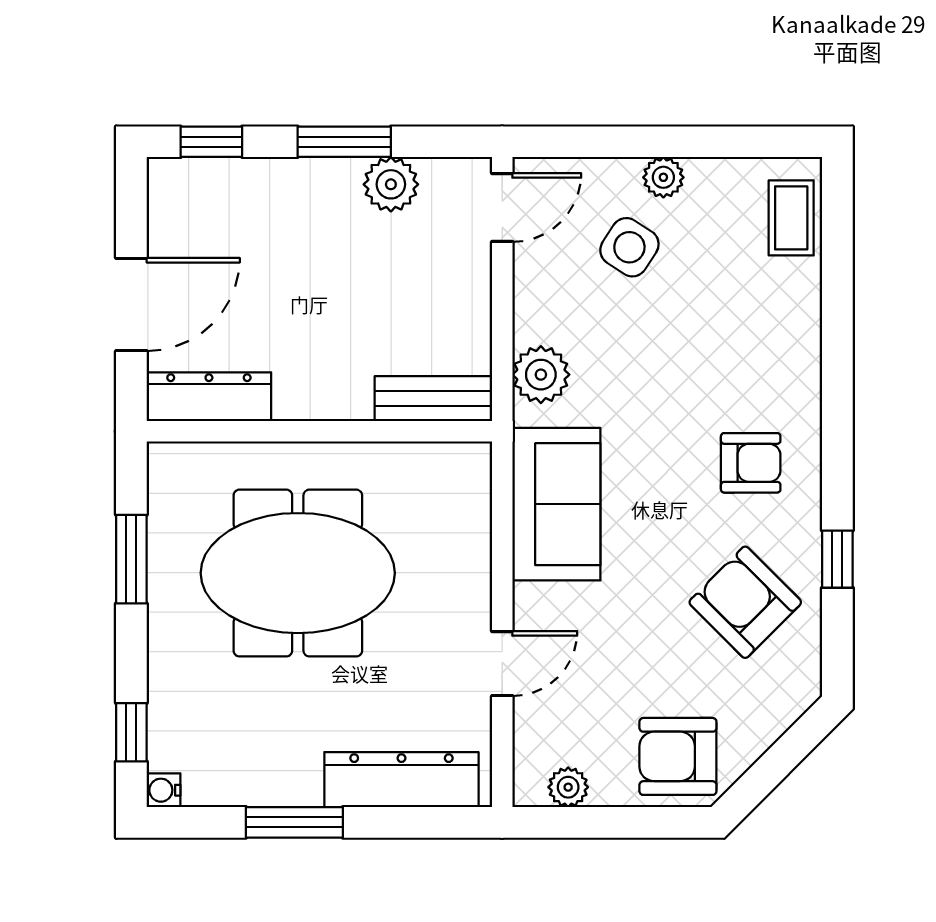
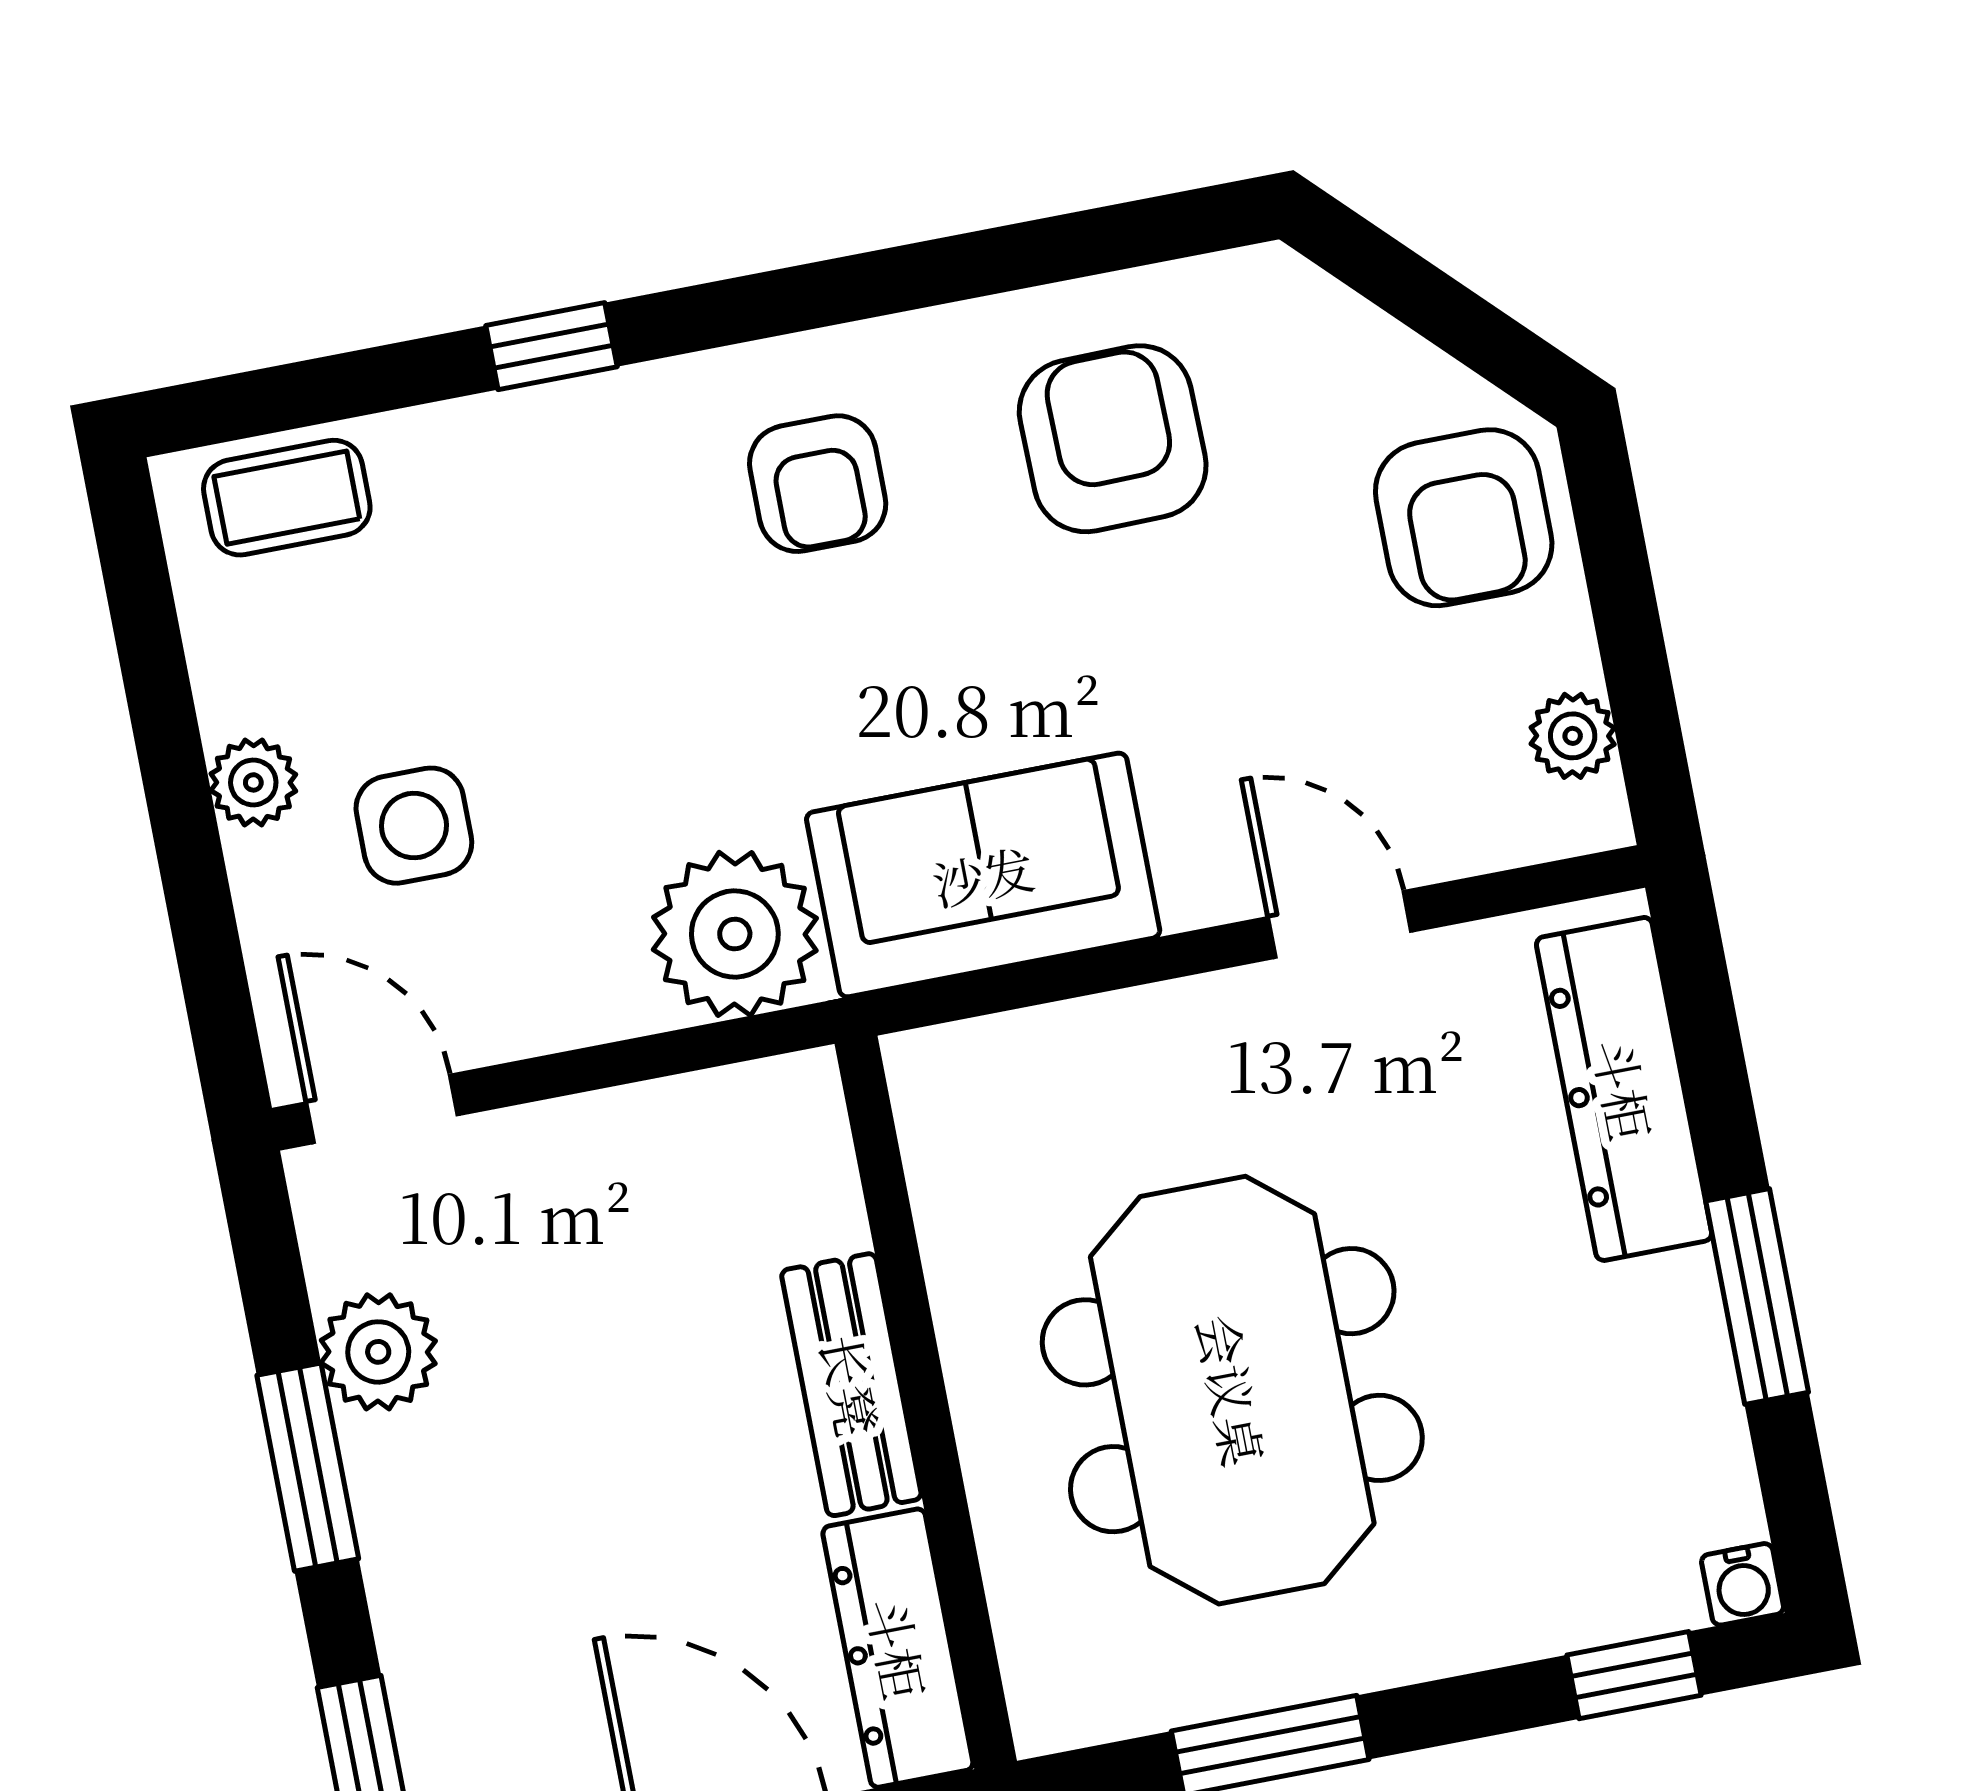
side table: (629, 247) -> (414, 826), turned -33
plant: (541, 375) -> (735, 934), width x1.36, depth x1.36
bench: (433, 399) -> (851, 1385), moved
armchair: (751, 463) -> (818, 484), turned 180
window: (837, 559) -> (551, 346), moved
armchair: (745, 602) -> (1113, 439), turned 134

